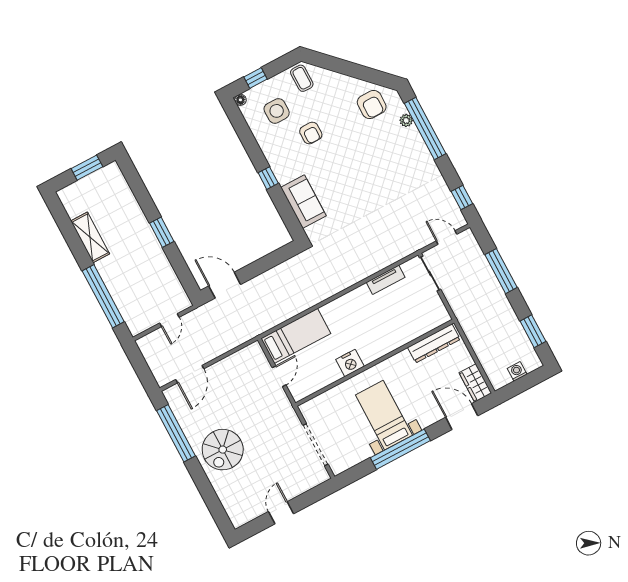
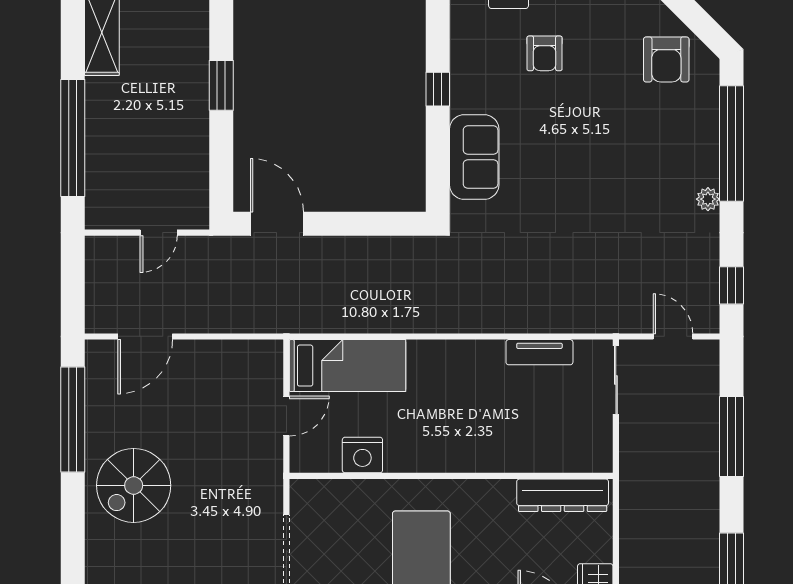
plant: (406, 120) -> (708, 199), moved
nightstand: (350, 363) -> (362, 455), moved

